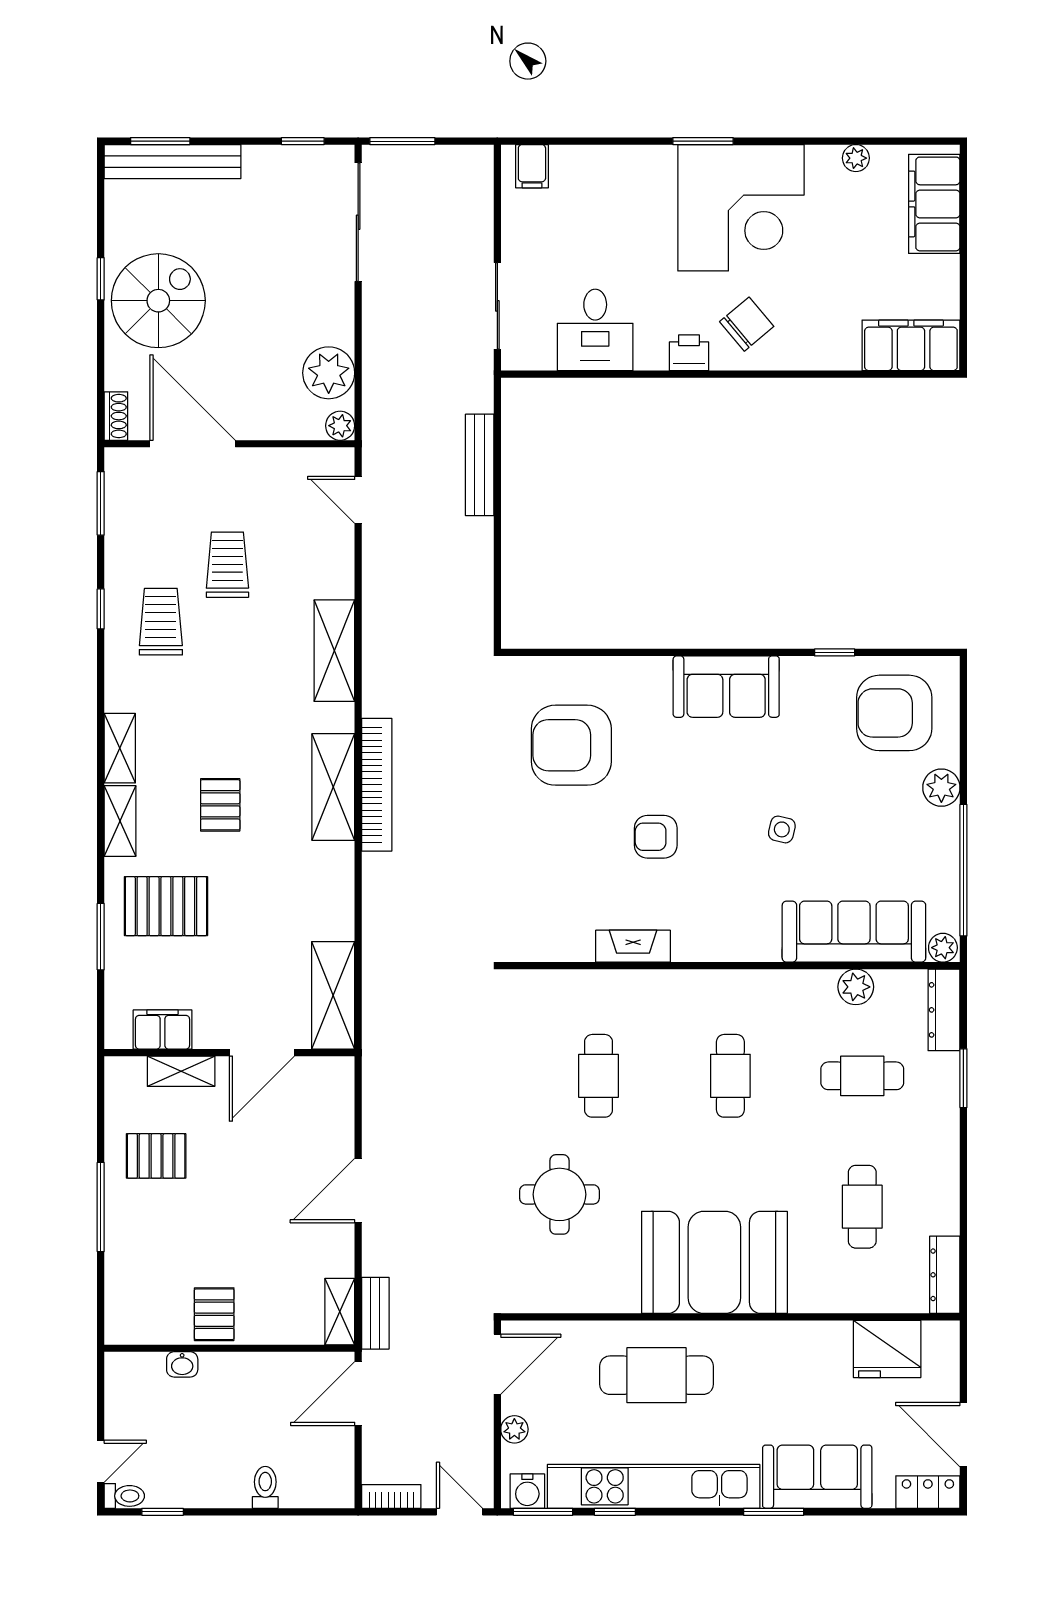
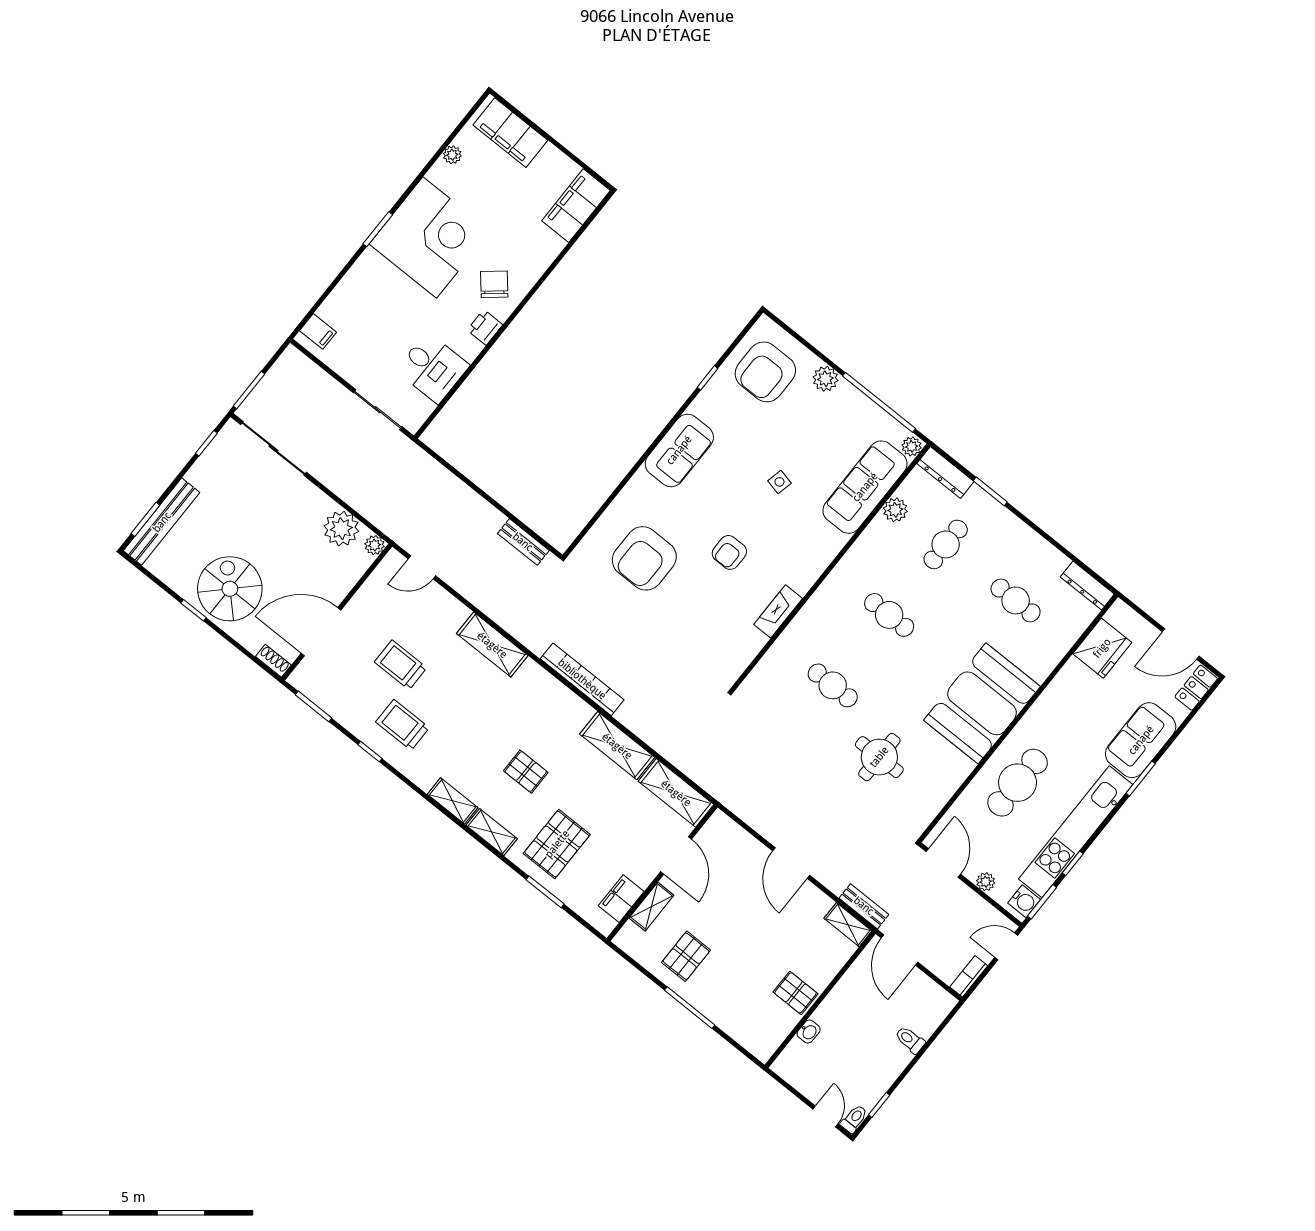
bench: (480, 465) -> (523, 542), moved, width x0.73
shelving: (333, 787) -> (617, 746), moved

